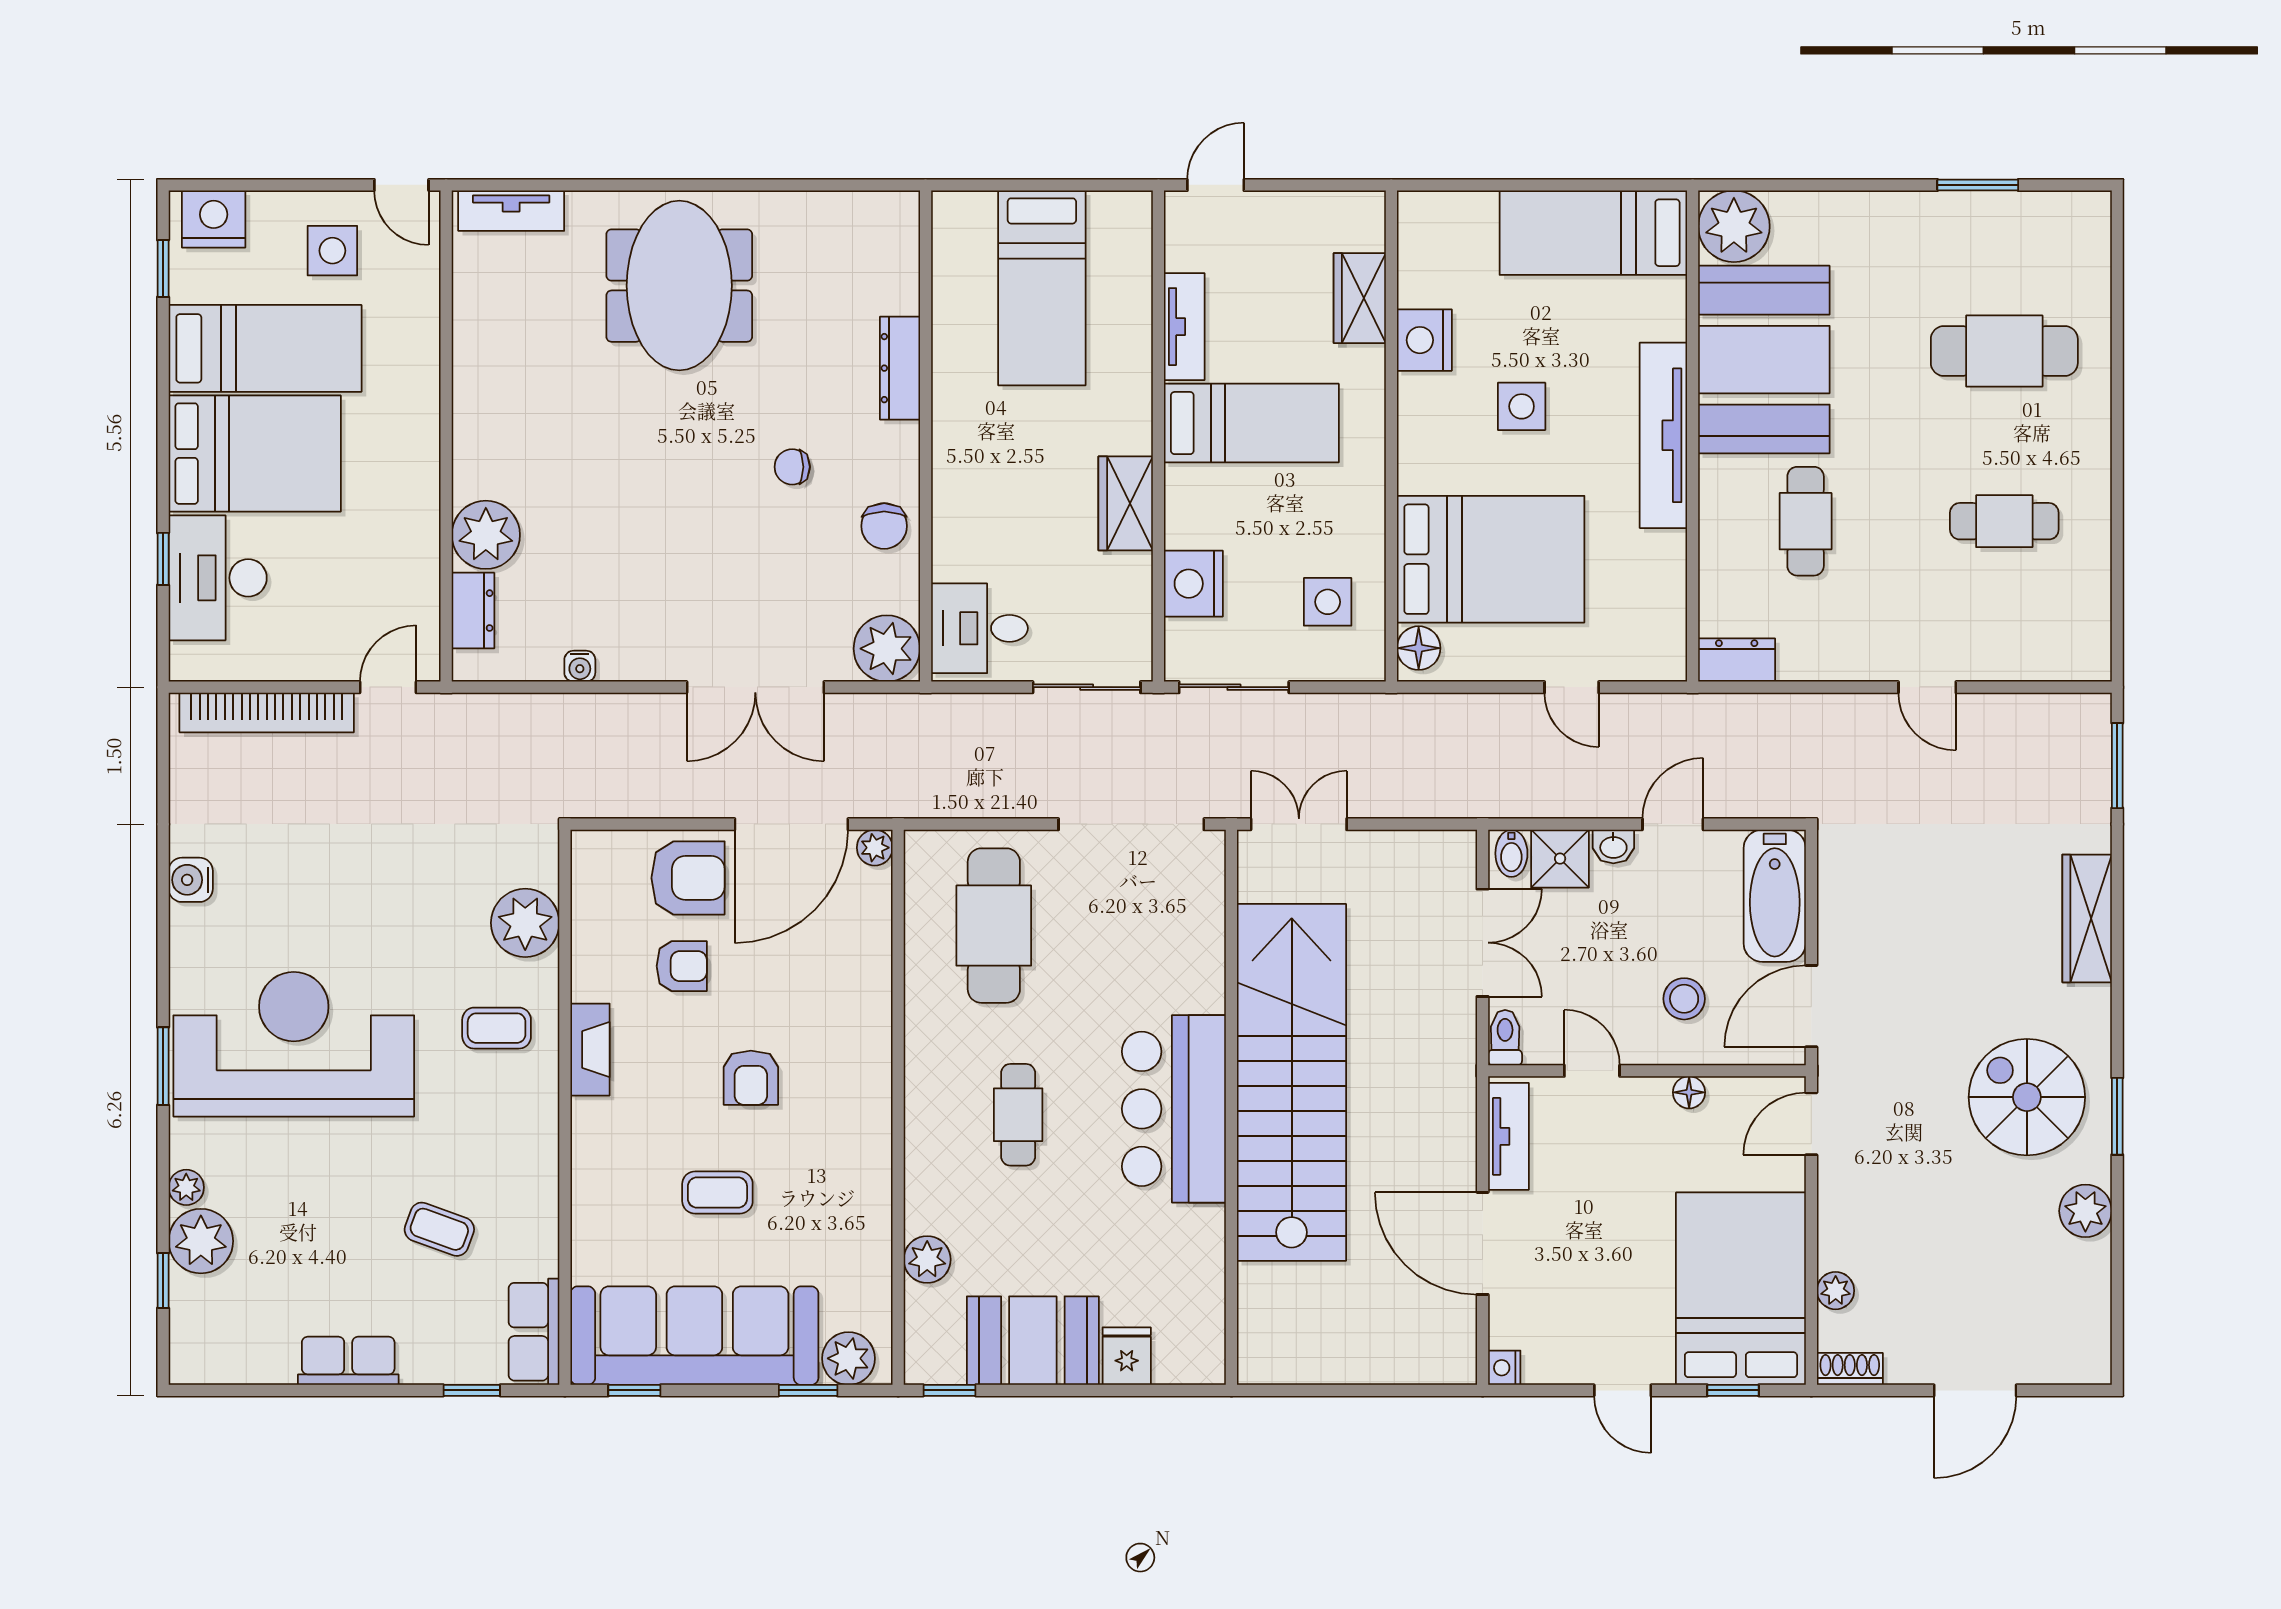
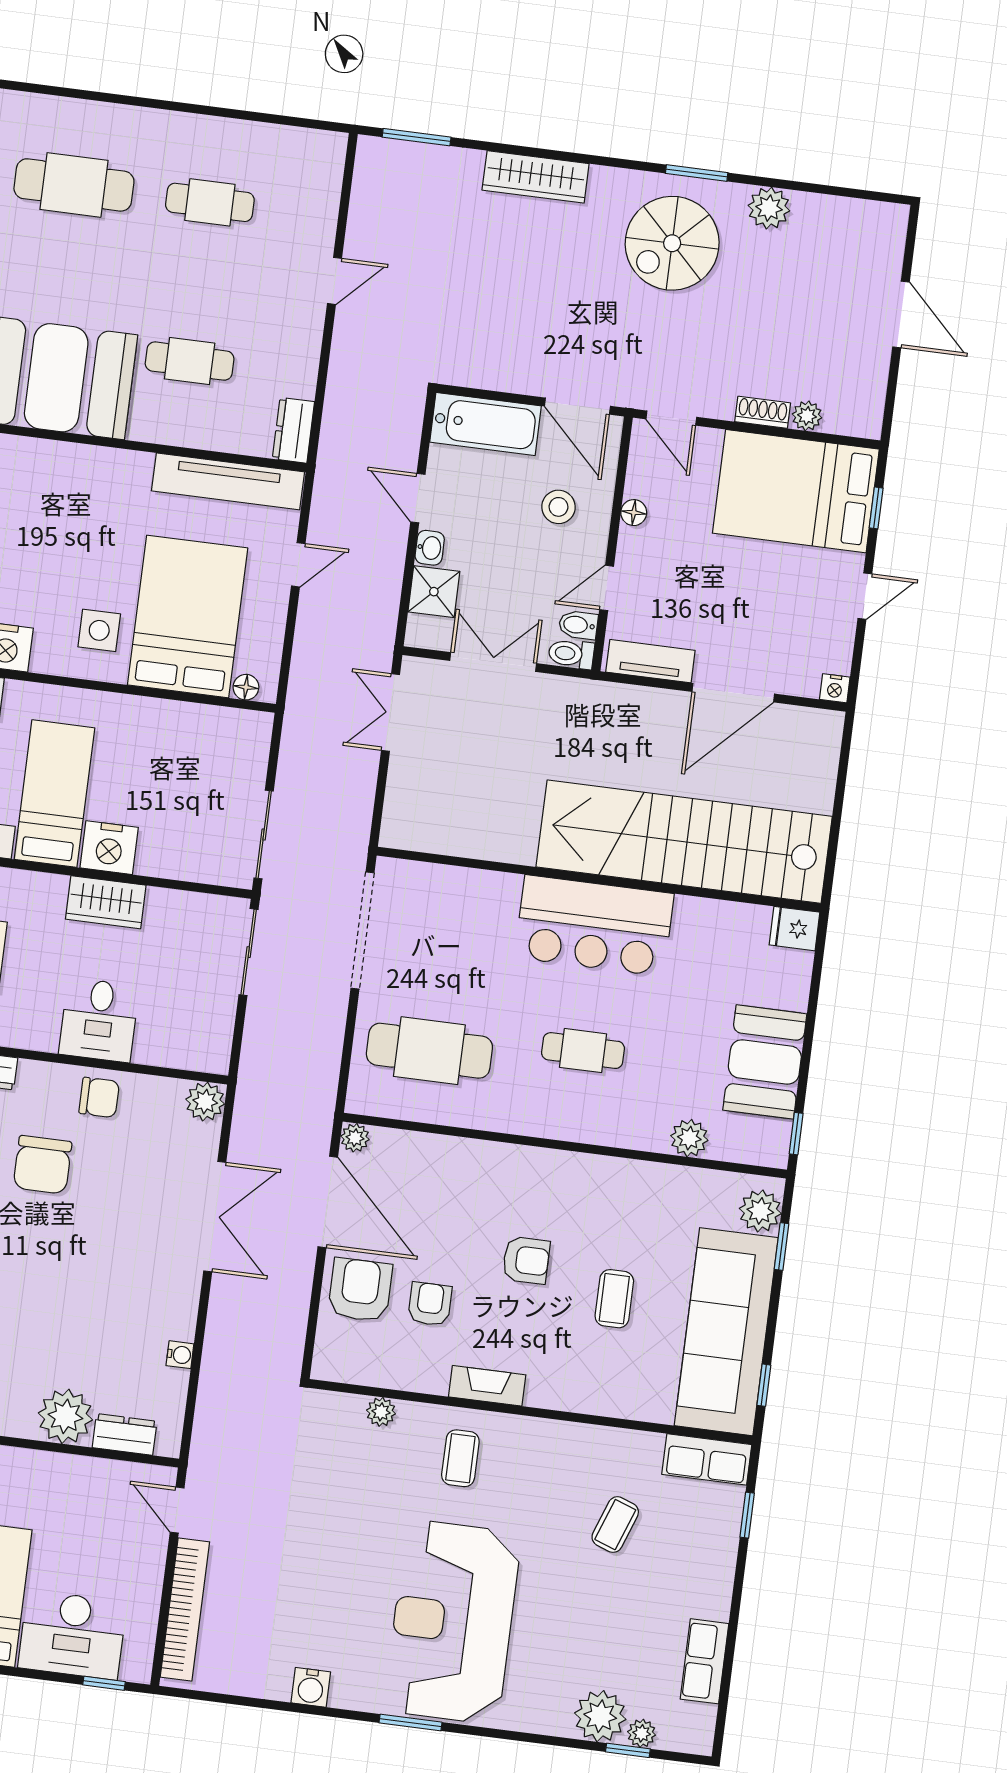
cafe table: (2004, 351) -> (74, 185), turned 90
side table: (1522, 406) -> (99, 630), moved
tv unit: (1663, 435) -> (228, 481), moved
chair: (792, 467) -> (42, 1165), width x1.87, depth x1.87
cafe table: (2004, 521) -> (210, 202), turned 90
window: (163, 559) -> (104, 1683), moved
nightstand: (1193, 584) -> (109, 848), moved
side table: (1328, 602) -> (205, 751), removed
desk: (979, 628) -> (99, 1020), moved
floor lamp: (1419, 648) -> (246, 687), width x0.73, depth x0.73
plant: (887, 649) -> (205, 1102), width x0.73, depth x0.73
double door: (1299, 824) -> (390, 712), moved
bidet: (1511, 853) -> (578, 625), moved, turned 180
plant: (525, 923) -> (381, 1412), width x0.53, depth x0.53
window: (163, 1066) -> (410, 1723), moved
stairs: (1292, 1082) -> (684, 842), moved
plant: (186, 1187) -> (642, 1733), moved
fridge: (1127, 1356) -> (795, 929), moved
row of seats: (348, 1361) -> (704, 1661), moved
shoe rack: (1850, 1369) -> (763, 412), moved, turned 90

